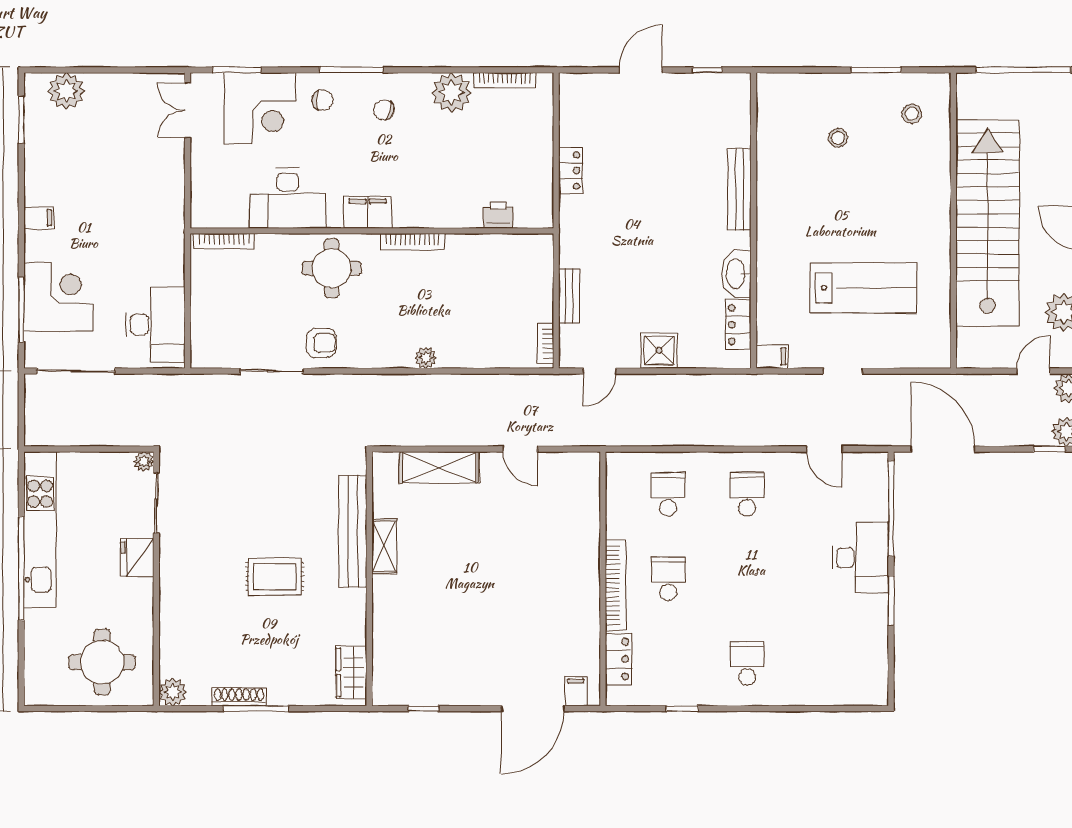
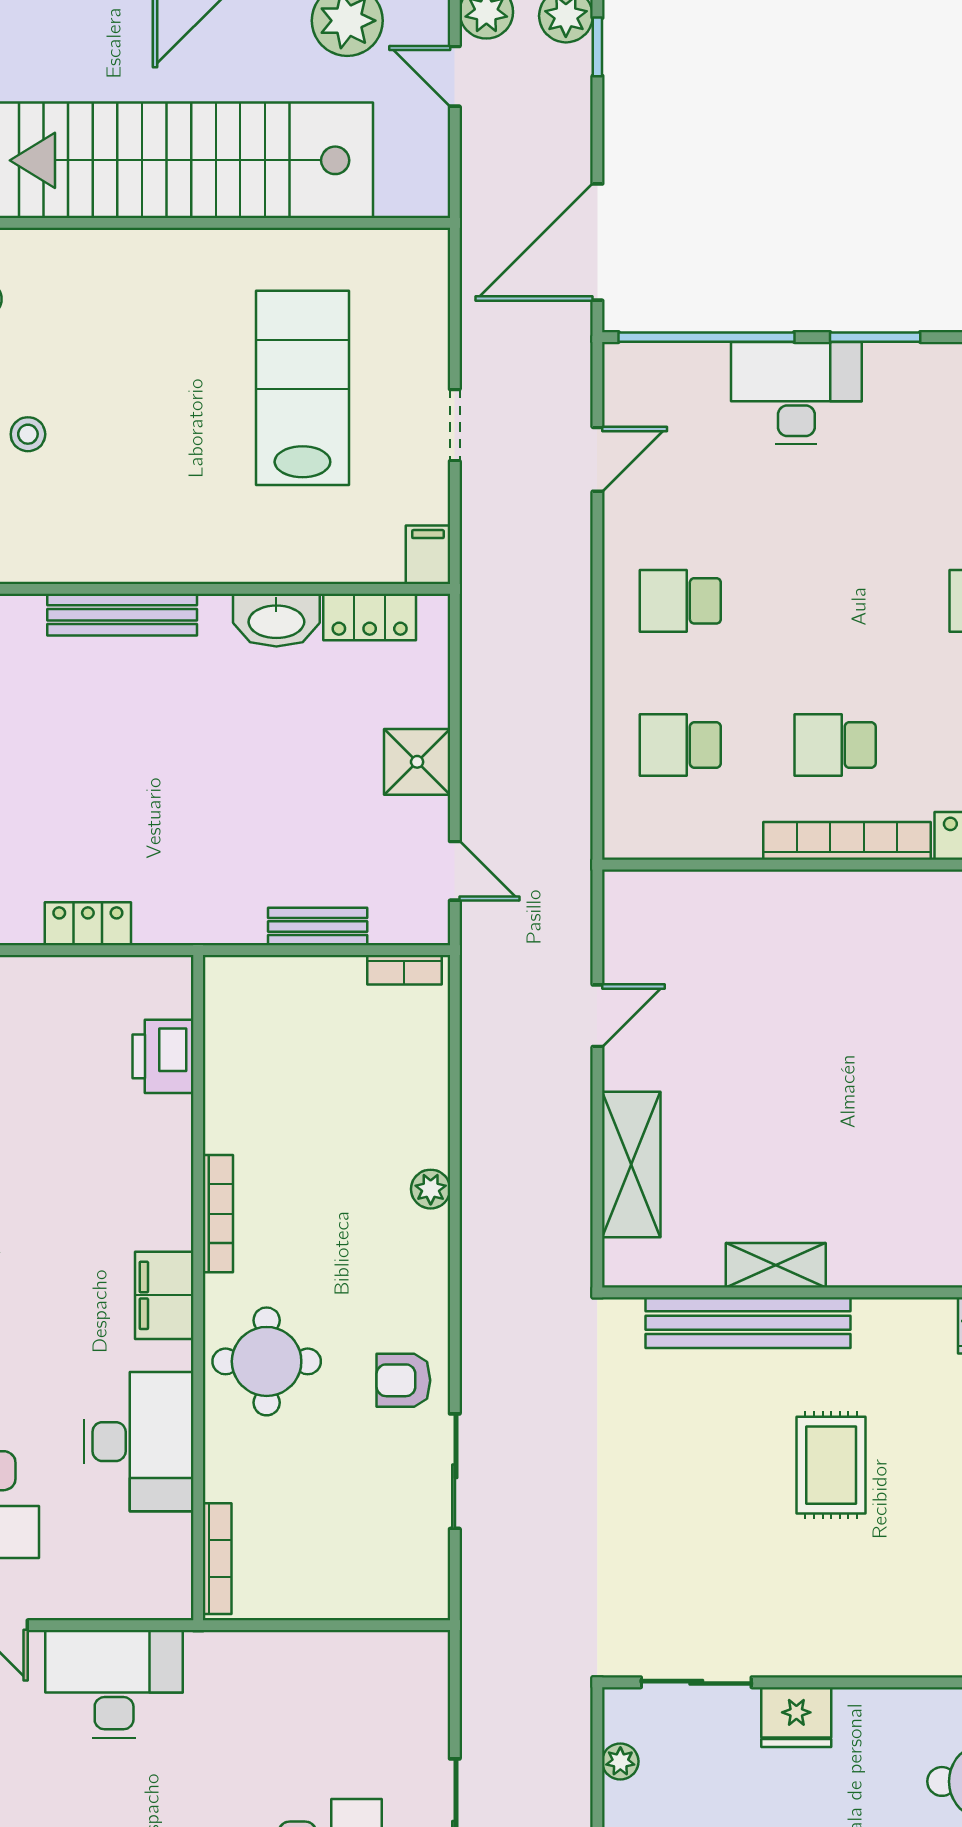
printer: (498, 215) -> (163, 1056), width x1.36, depth x1.24
desk: (155, 325) -> (114, 1684), moved
armchair: (321, 343) -> (403, 1380), turned -90
plant: (144, 461) -> (620, 1761), moved

